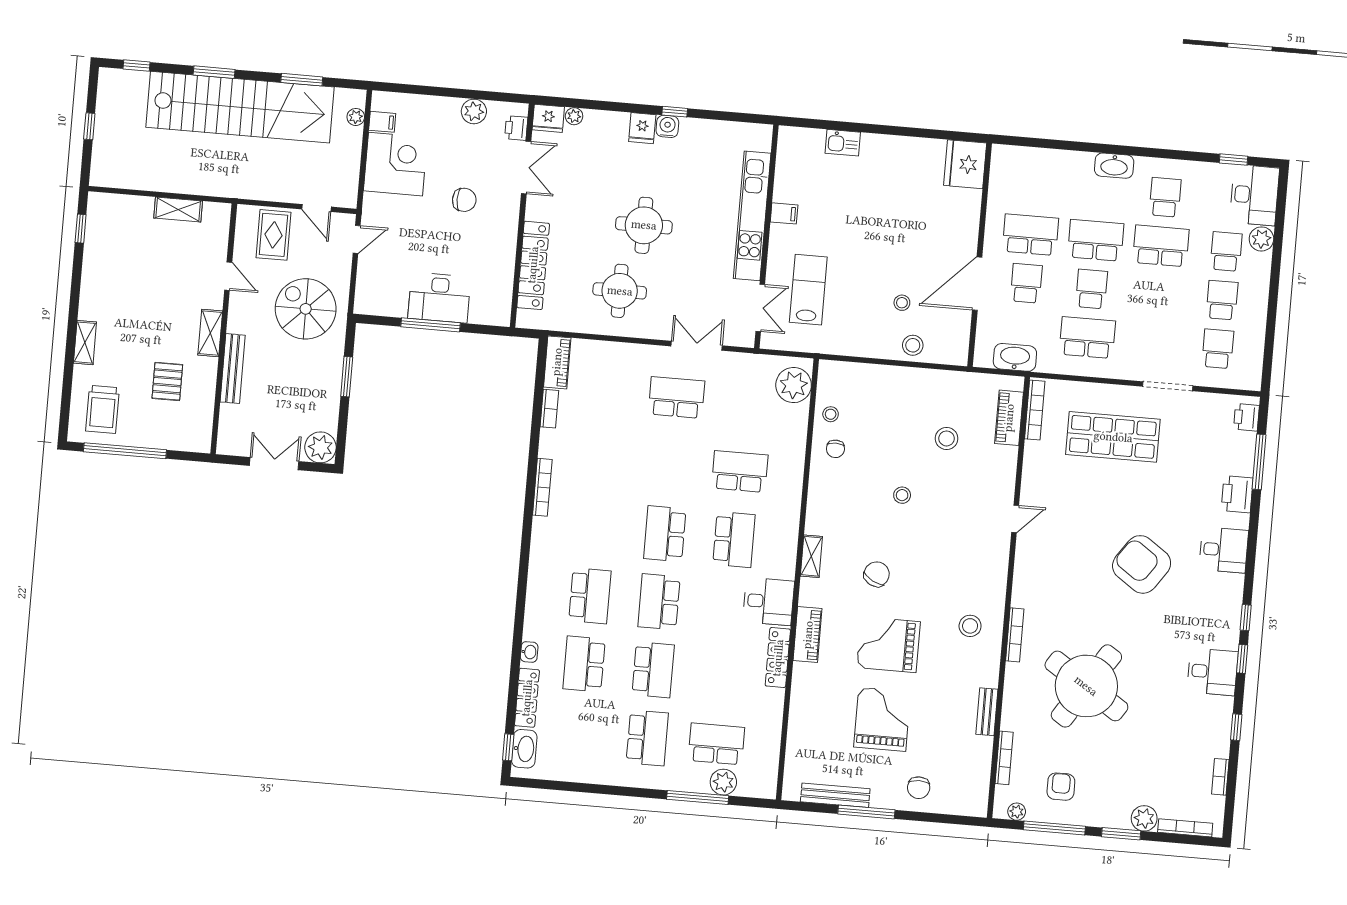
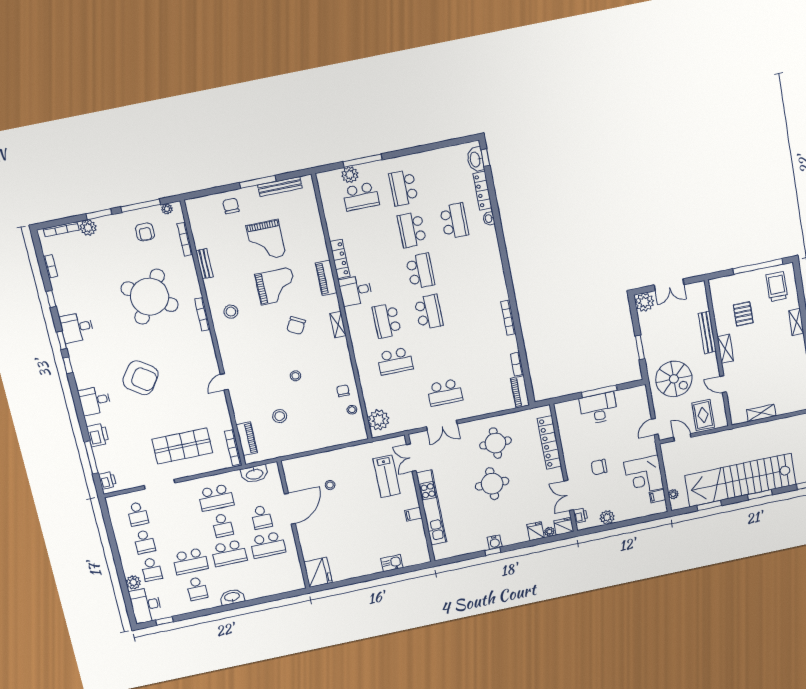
fridge: (642, 128) -> (536, 531), moved
stool: (913, 345) -> (316, 463), removed
school desk: (590, 596) -> (462, 262), removed

